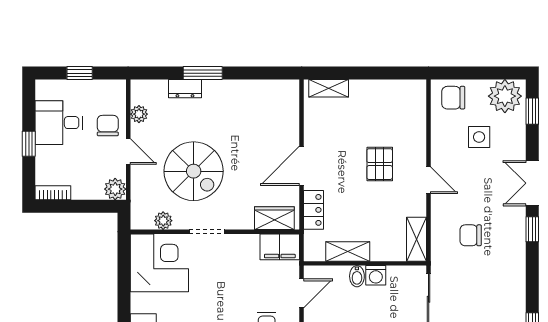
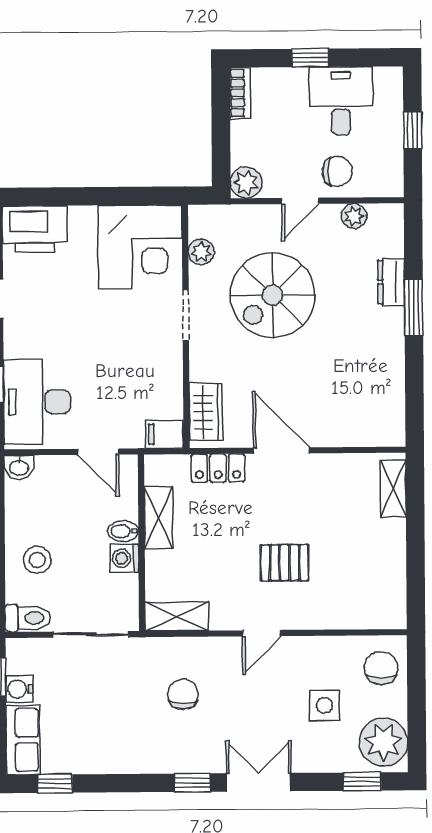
filing cabinet: (280, 247) -> (165, 434), width x0.50

